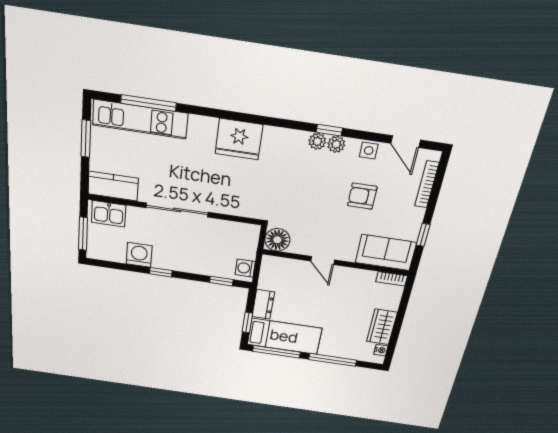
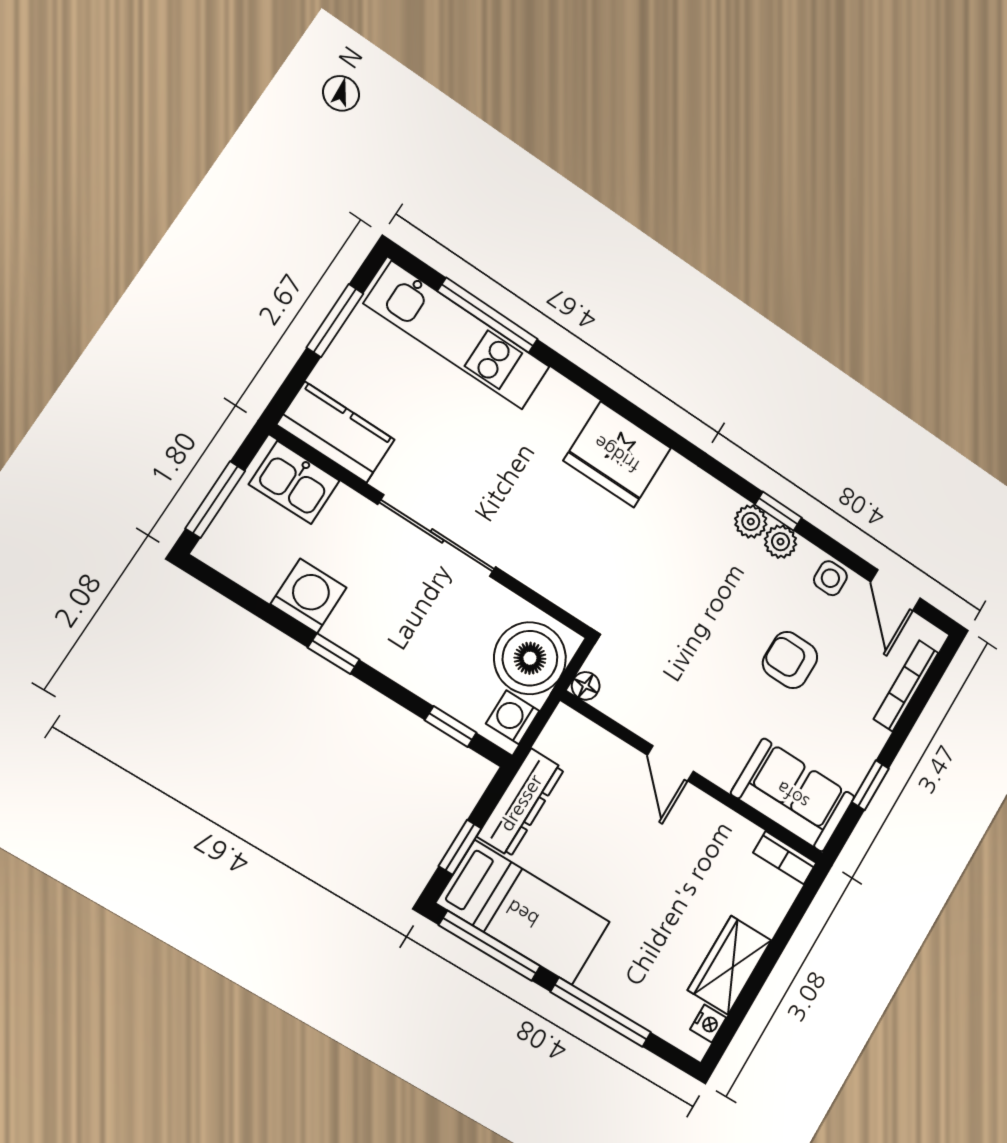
floor lamp: (277, 240) -> (586, 686), width x0.53, depth x0.53
boiler: (241, 243) -> (530, 658), added
dresser: (263, 304) -> (521, 803), width x1.44

